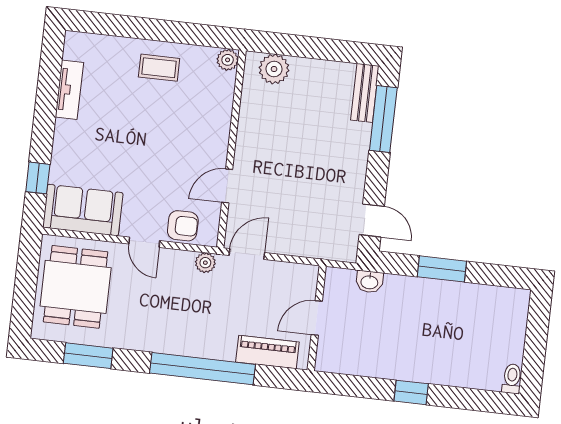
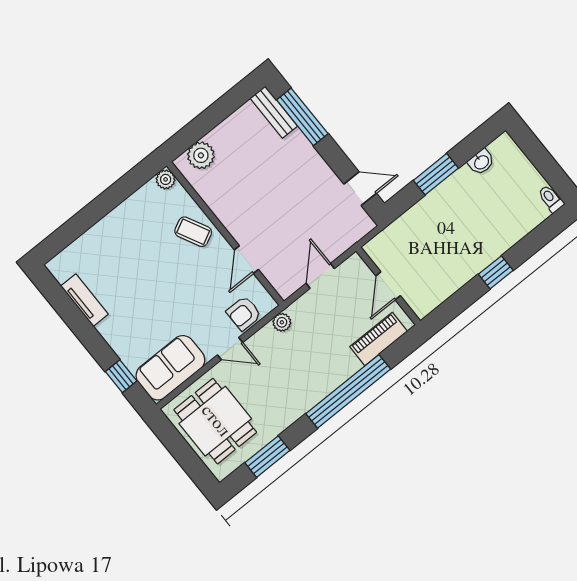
coffee table: (159, 68) -> (193, 232), moved, turned 63
armchair: (183, 226) -> (244, 313), turned 180
door: (247, 254) -> (320, 276), moved
washbasin: (369, 282) -> (481, 162), moved

